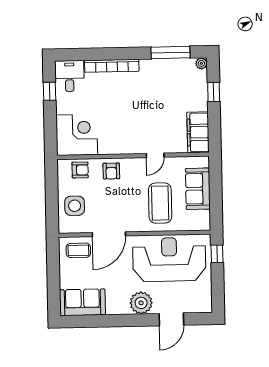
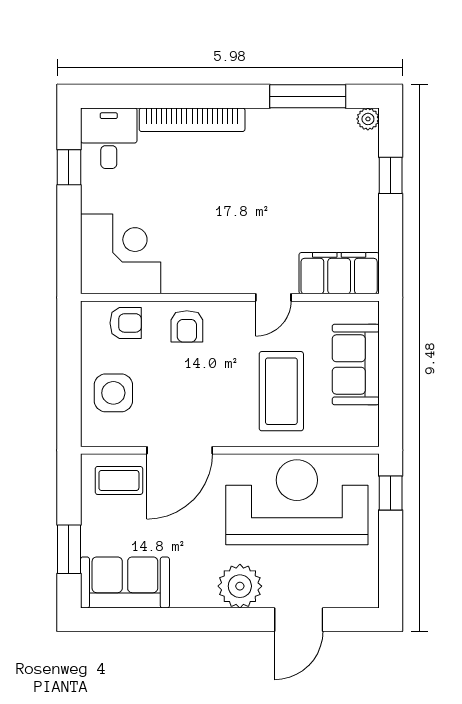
filing cabinet: (198, 132) -> (339, 273), moved, turned 90
window: (54, 286) -> (69, 549), added

